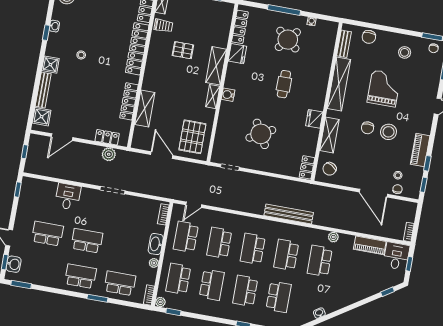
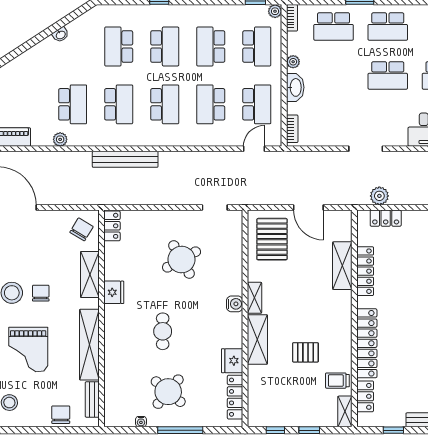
school desk: (219, 243) -> (211, 104), turned 180

